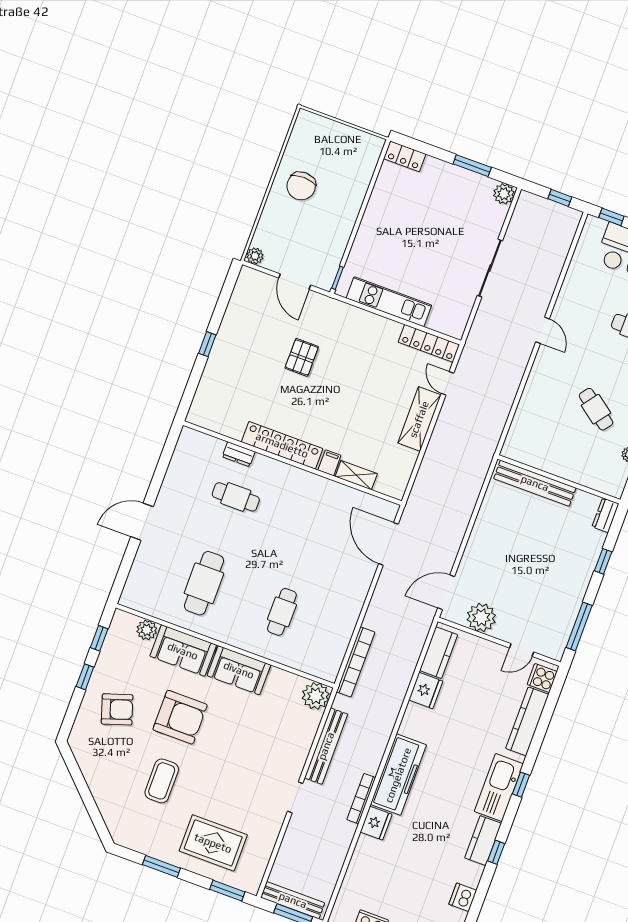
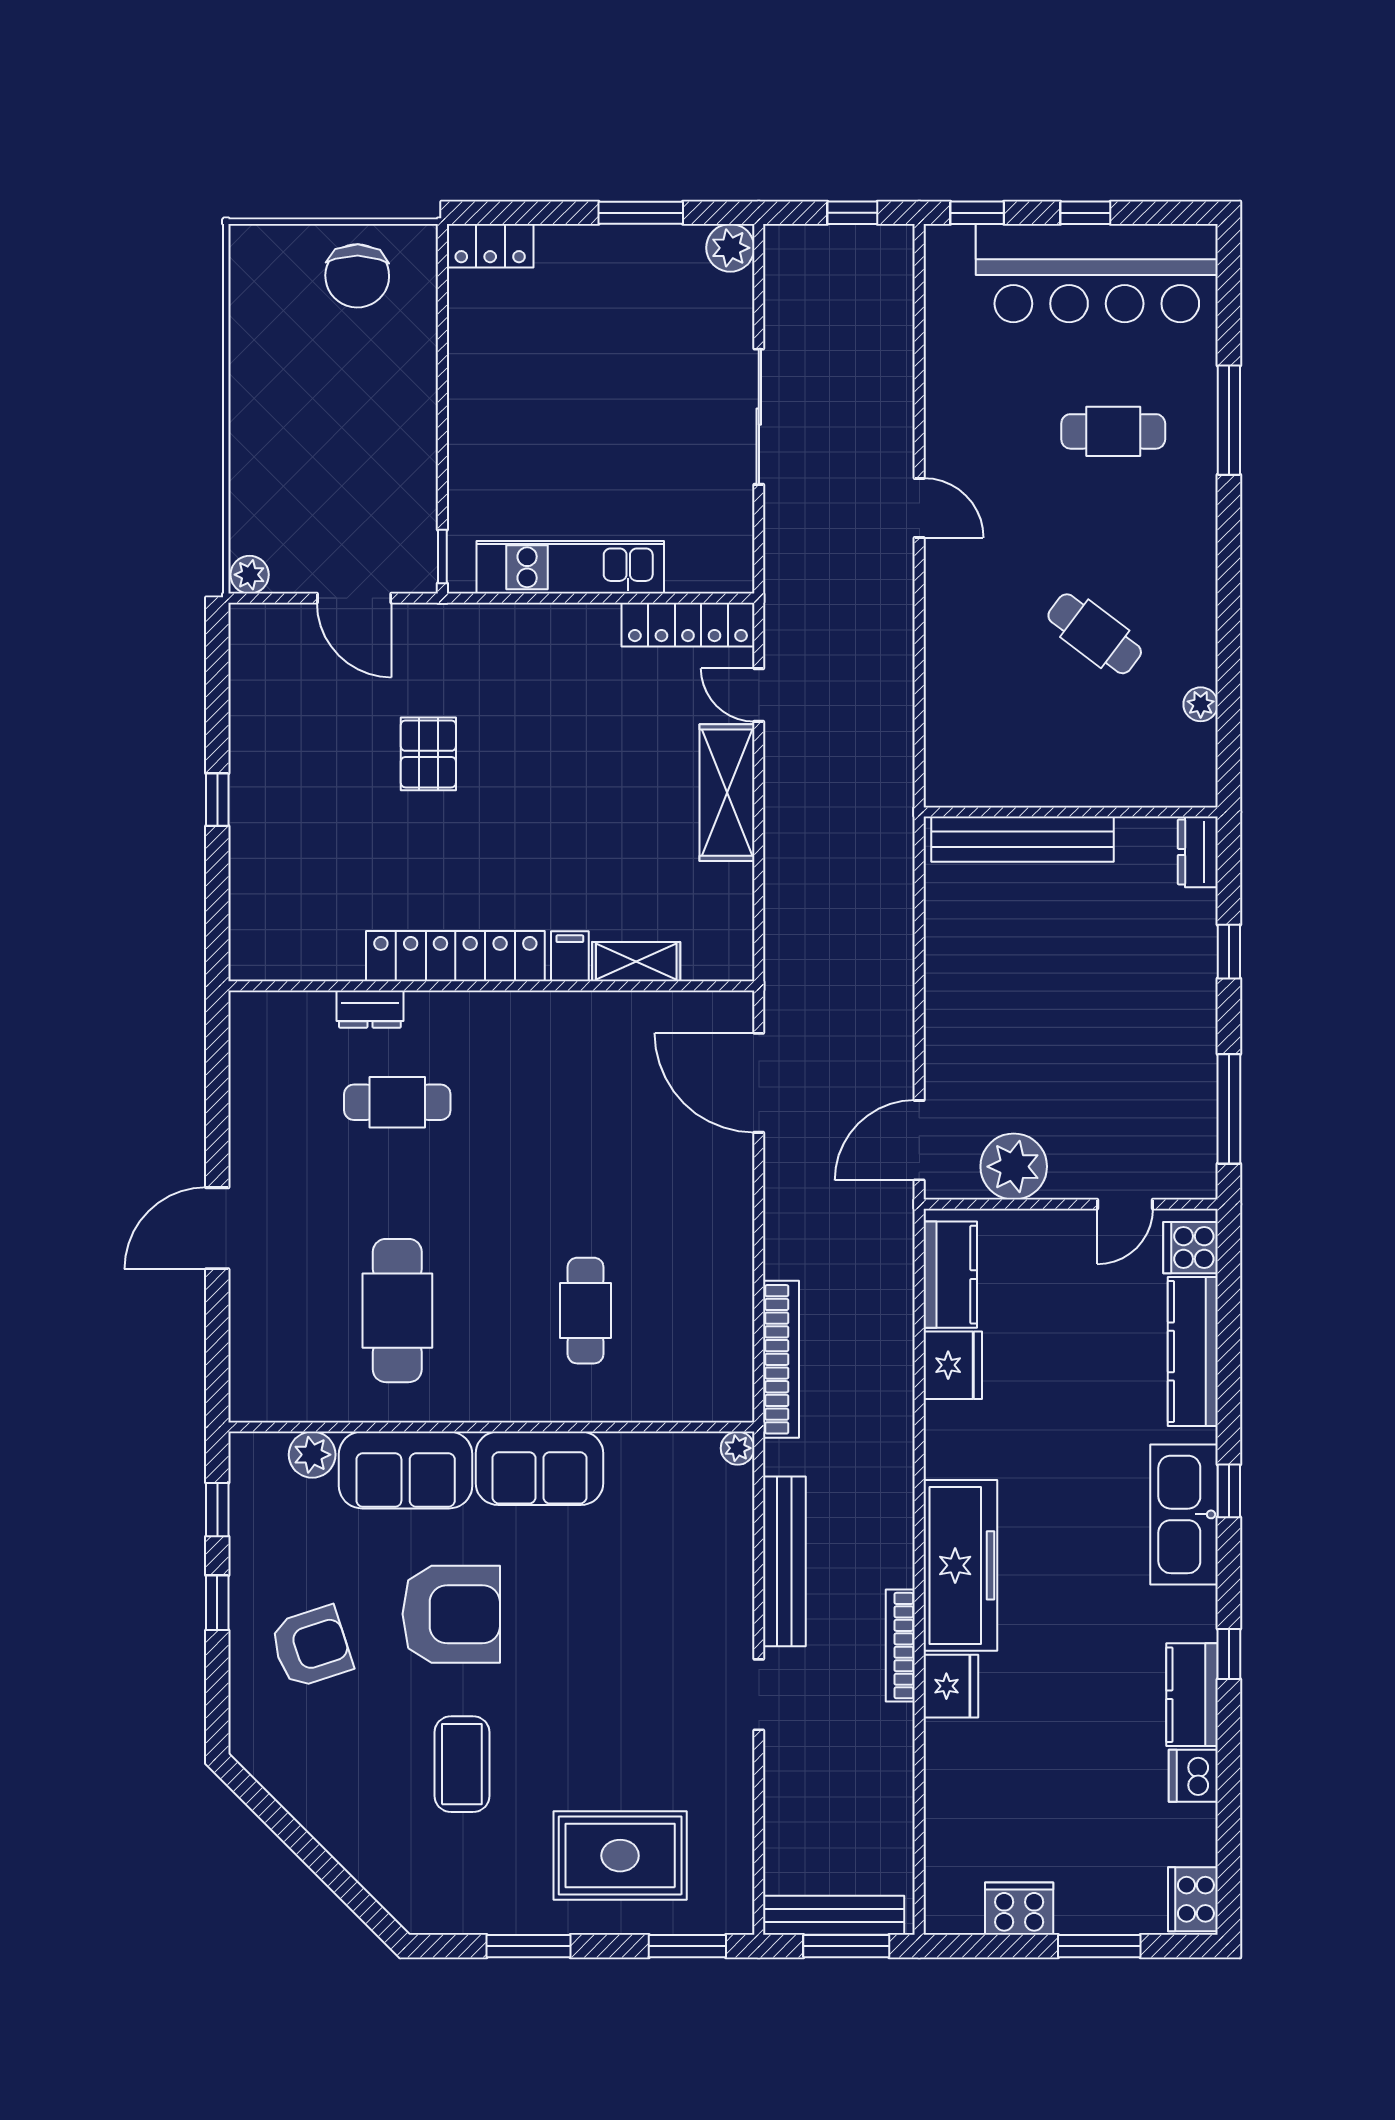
chair: (301, 186) -> (357, 276), moved
plant: (316, 696) -> (738, 1448), width x0.53, depth x0.53
kitchen counter: (483, 841) -> (1192, 1695), moved

